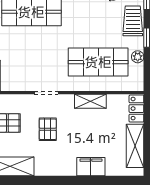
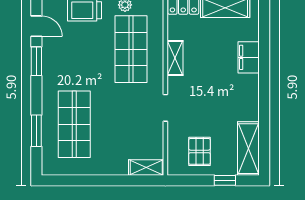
pallet: (48, 129) -> (207, 106), removed

